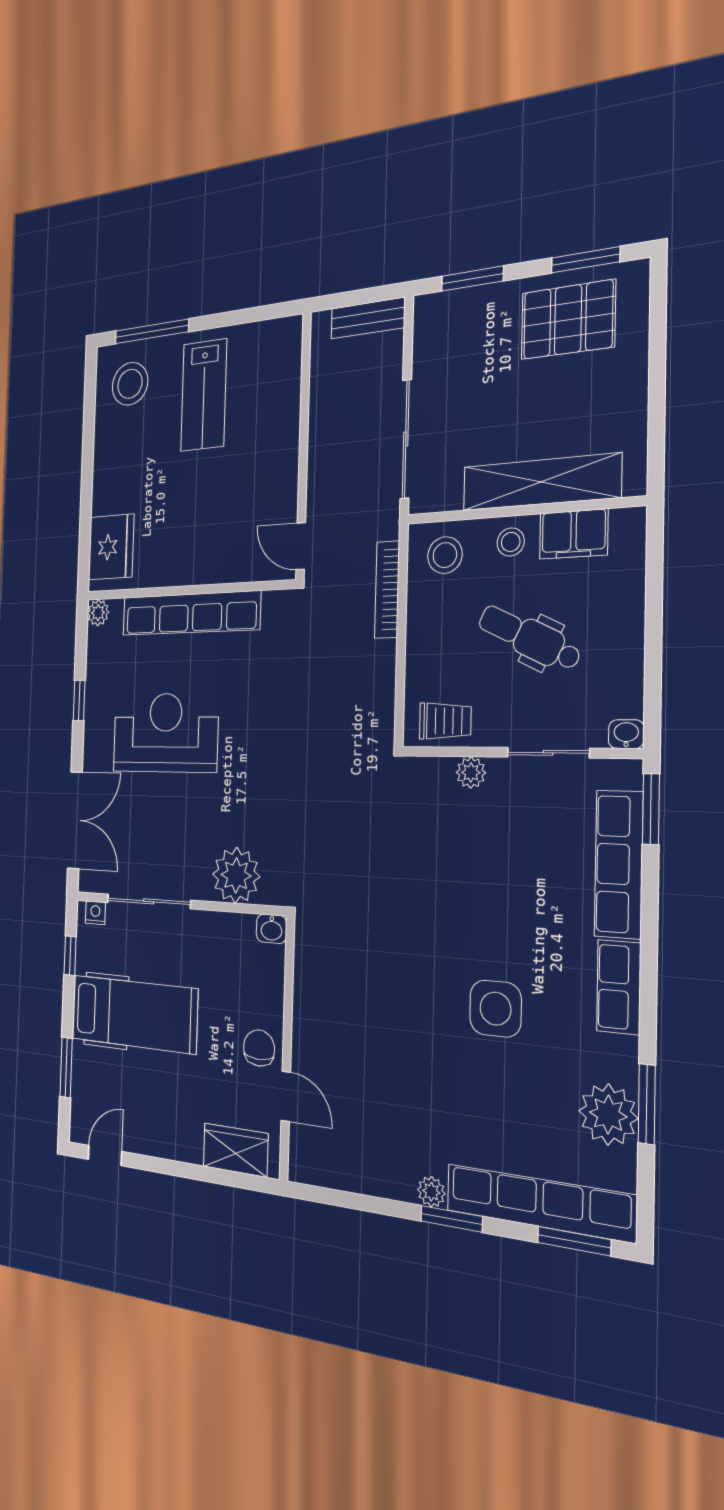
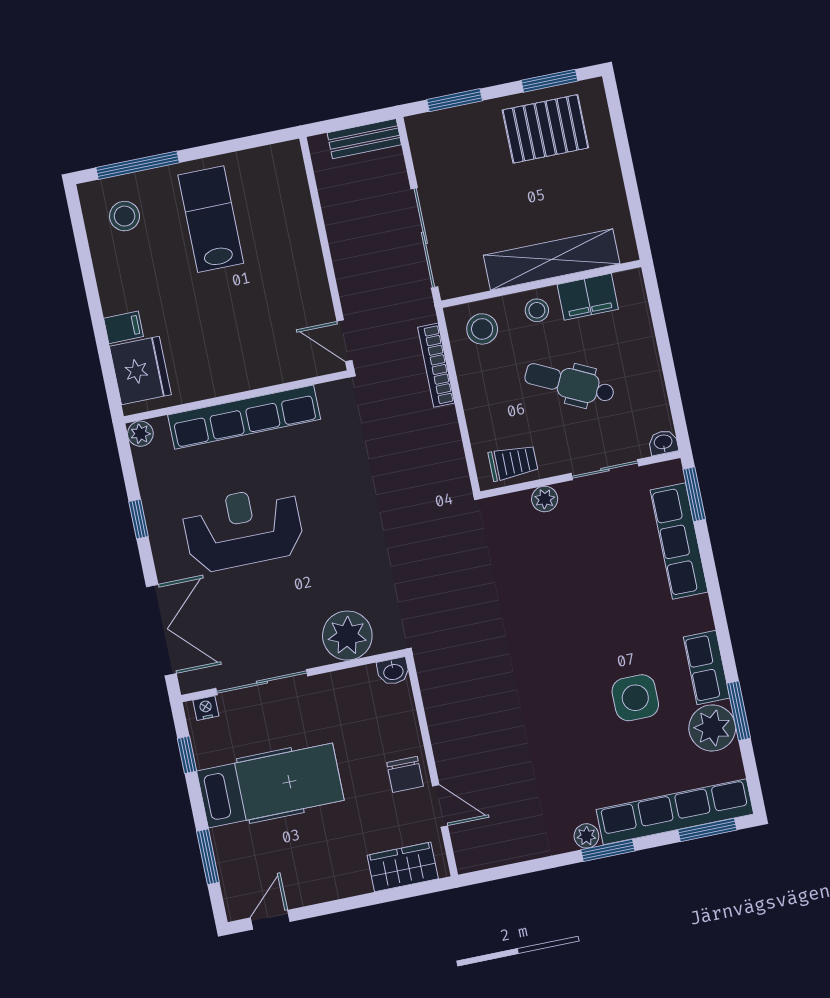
stool: (130, 384) -> (125, 216), width x0.73, depth x0.73
lab bench: (204, 395) -> (211, 219), turned 180
filing cabinet: (106, 500) -> (124, 327), added
row of seats: (619, 987) -> (707, 667), moved
side table: (495, 1009) -> (635, 698), moved
chair: (259, 1048) -> (405, 774), turned 180

